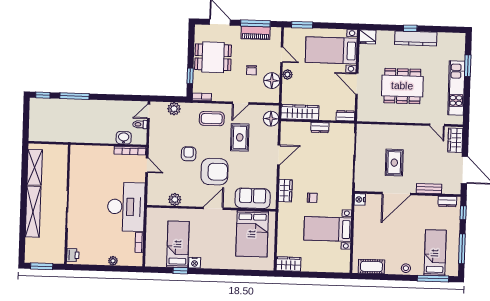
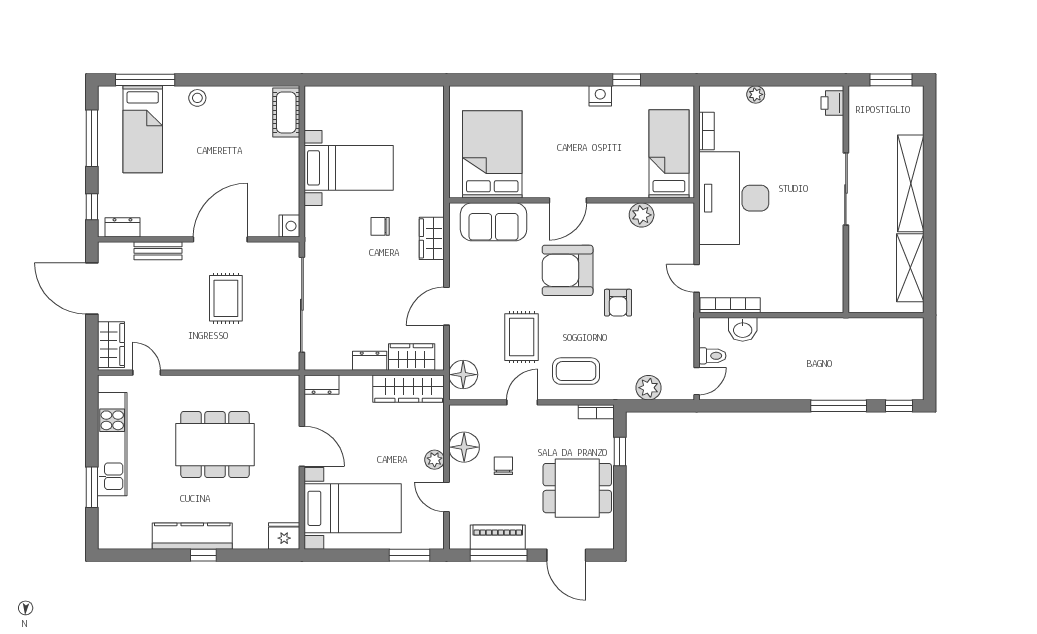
bed: (178, 244) -> (669, 154), moved, turned 180
wardrobe: (288, 264) -> (412, 357), moved, turned 180
cot: (371, 267) -> (286, 112), moved, turned 90

